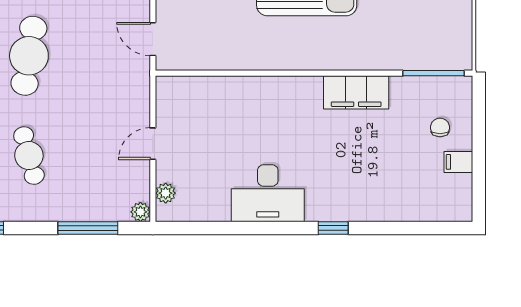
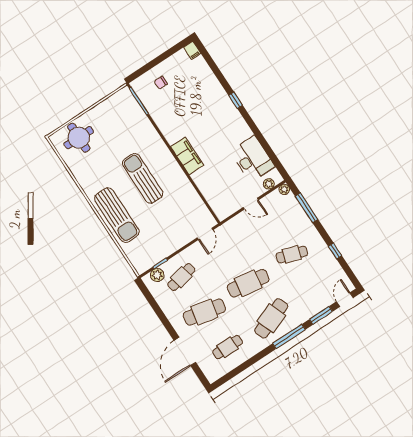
filing cabinet: (356, 92) -> (187, 156), moved
cafe table: (29, 156) -> (292, 254), turned 33
filing cabinet: (458, 162) -> (192, 50), moved
desk: (268, 193) -> (252, 159), moved

